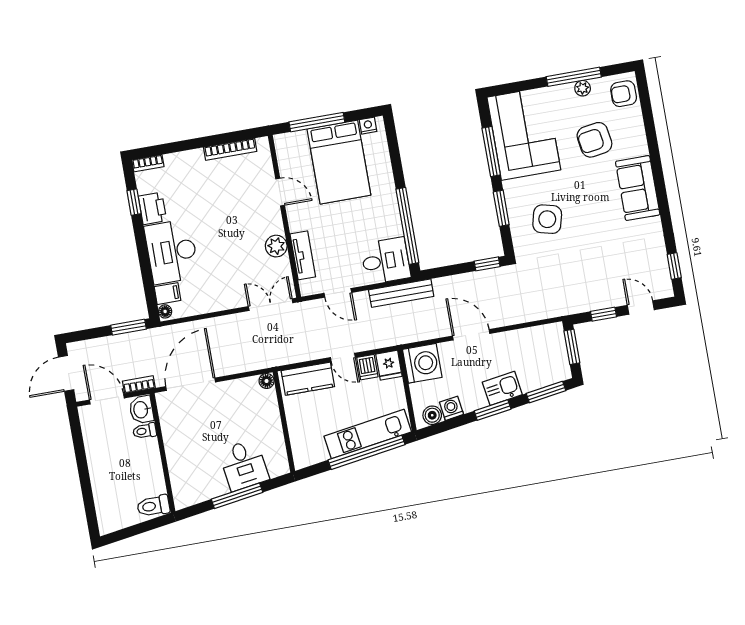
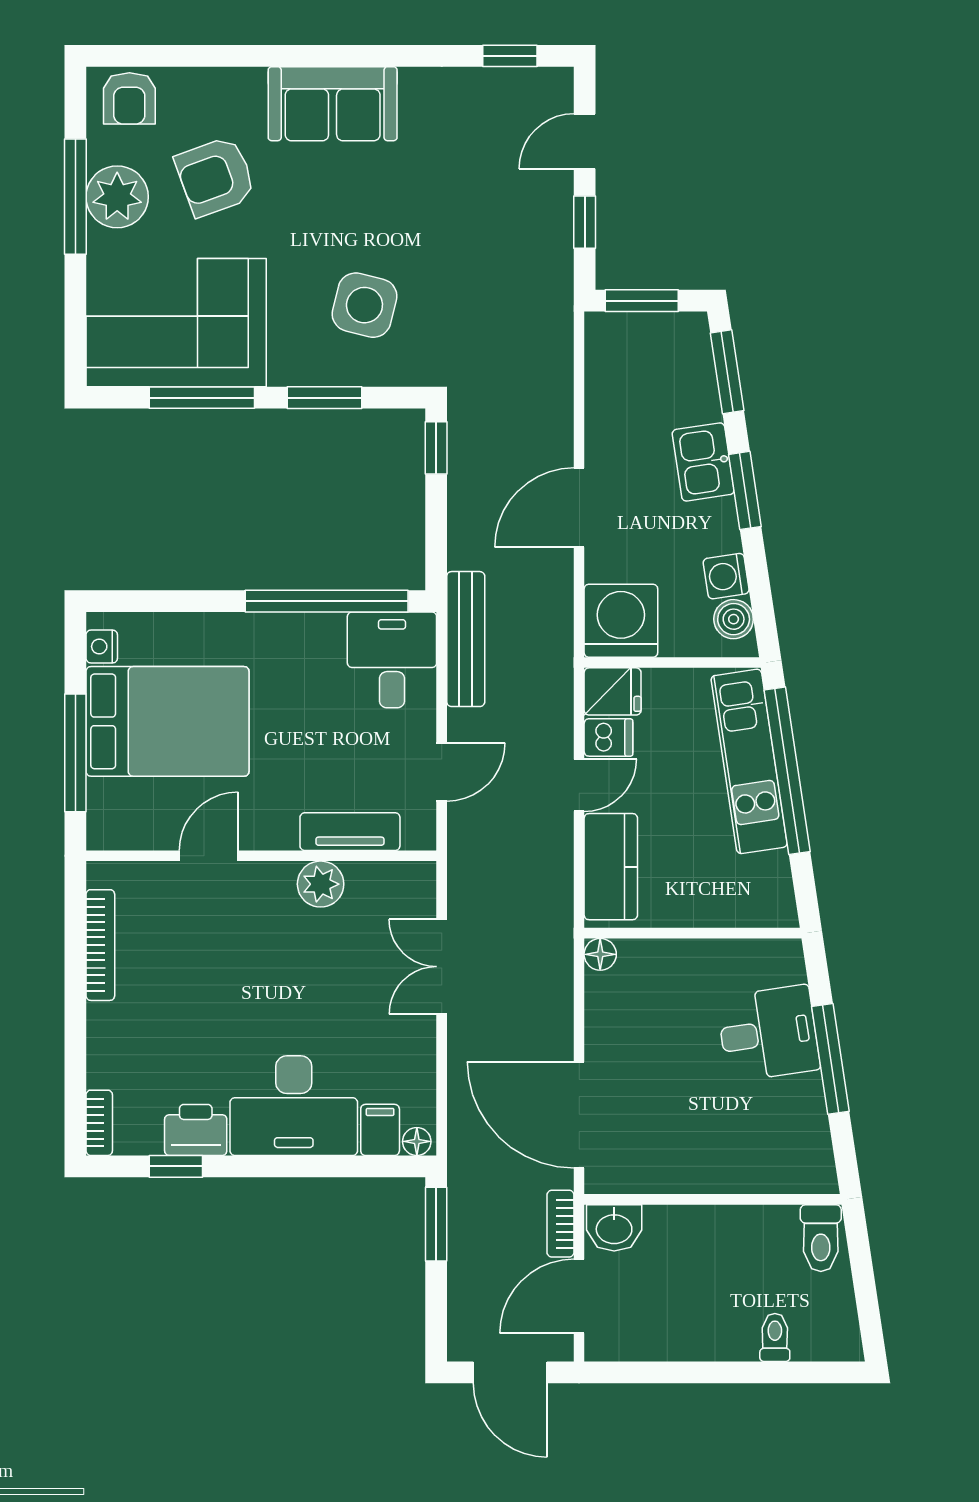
plant: (583, 88) -> (117, 197), width x1.88, depth x1.88
armchair: (594, 140) -> (215, 177), turned 79
double door: (271, 305) -> (442, 967), moved
toilet: (145, 431) -> (775, 1337), moved, turned 180

